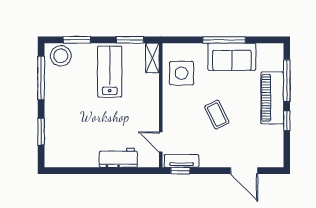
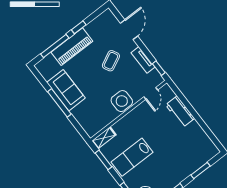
side table: (182, 73) -> (122, 101), moved
coffee table: (217, 115) -> (111, 61), moved
tv unit: (181, 161) -> (143, 60), moved

